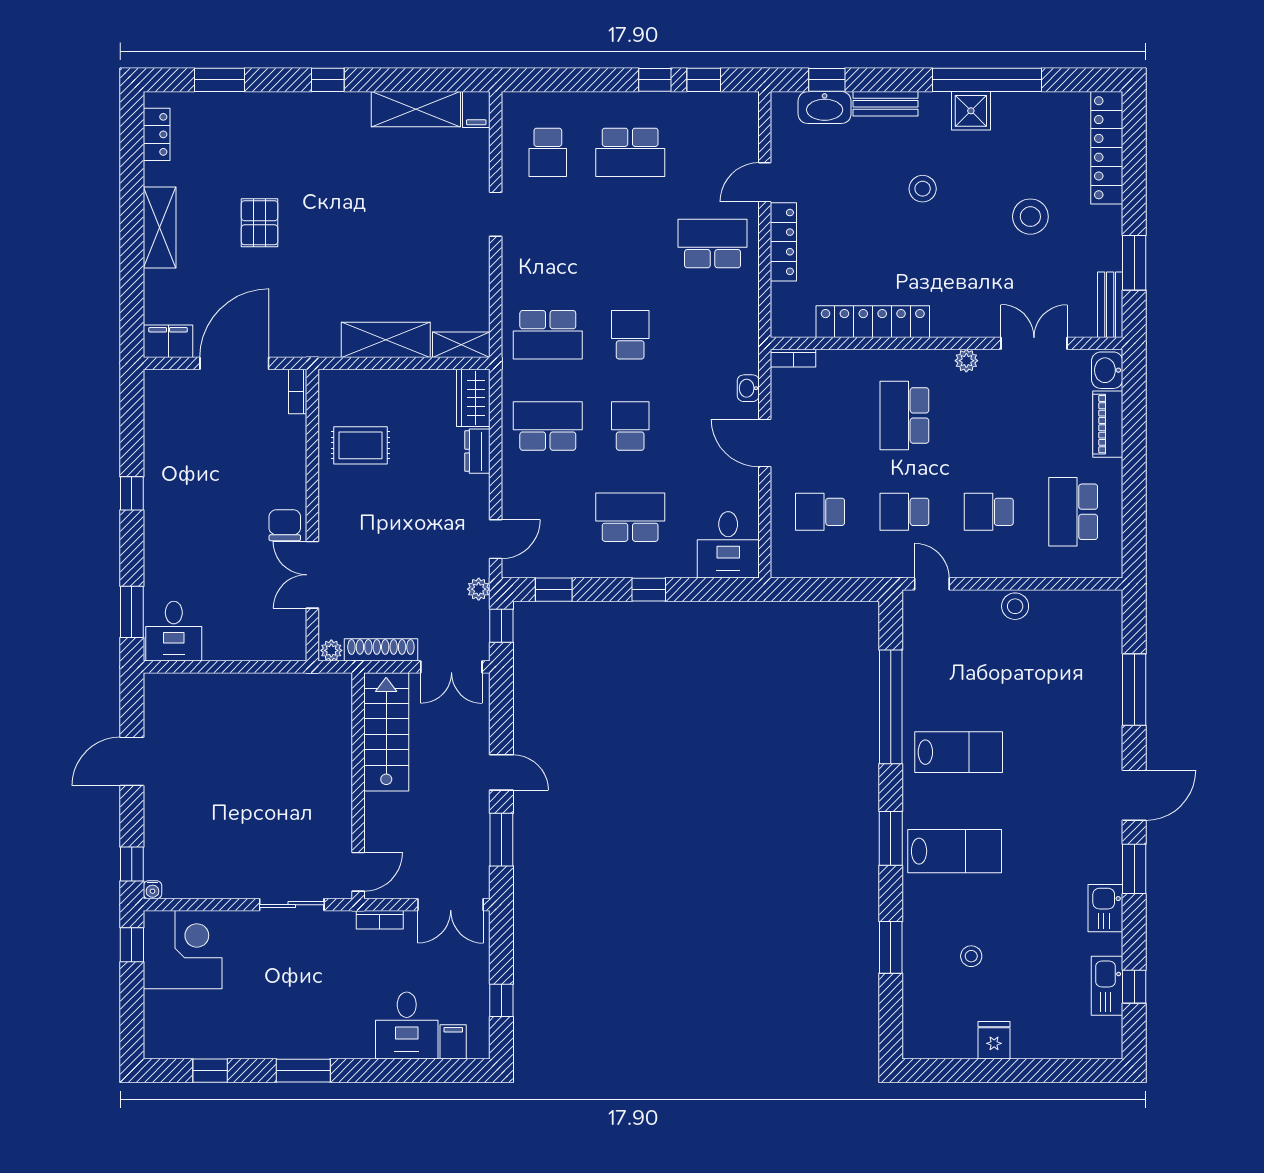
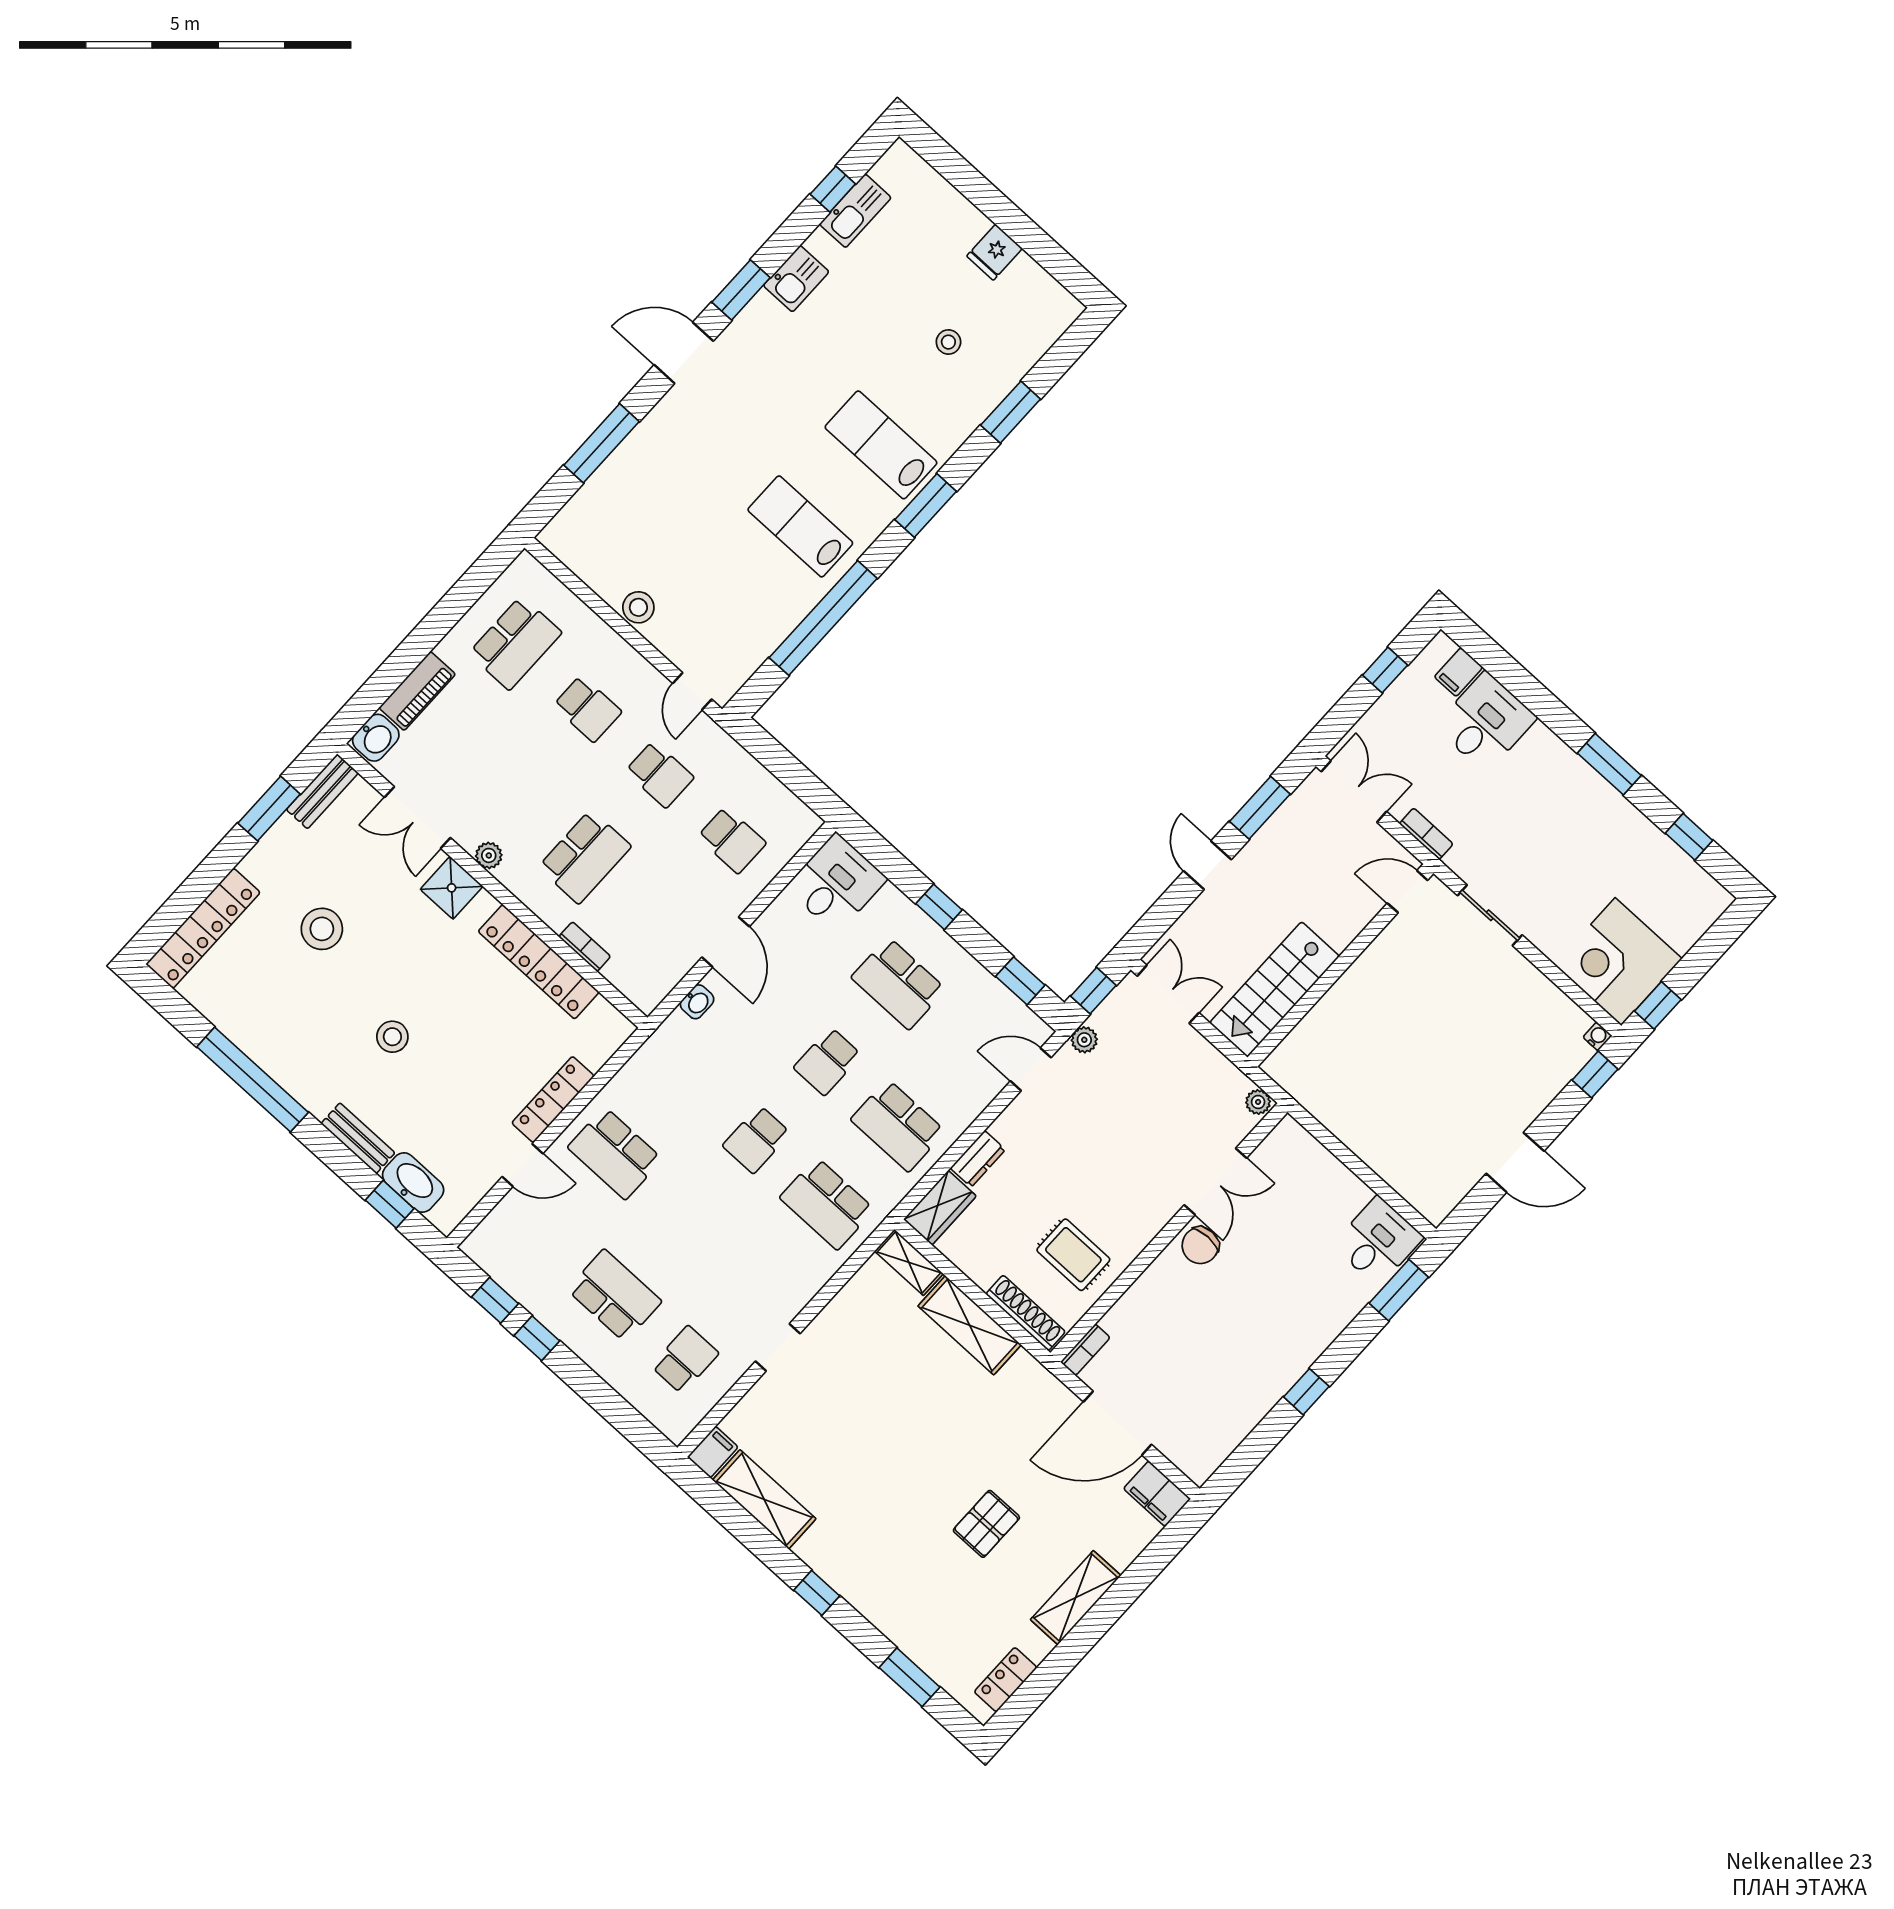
shower: (971, 111) -> (452, 888), moved
school desk: (548, 335) -> (827, 1204), turned 180
bookcase: (793, 358) -> (585, 947), moved
shoe rack: (381, 650) -> (1026, 1313), moved, turned 180

